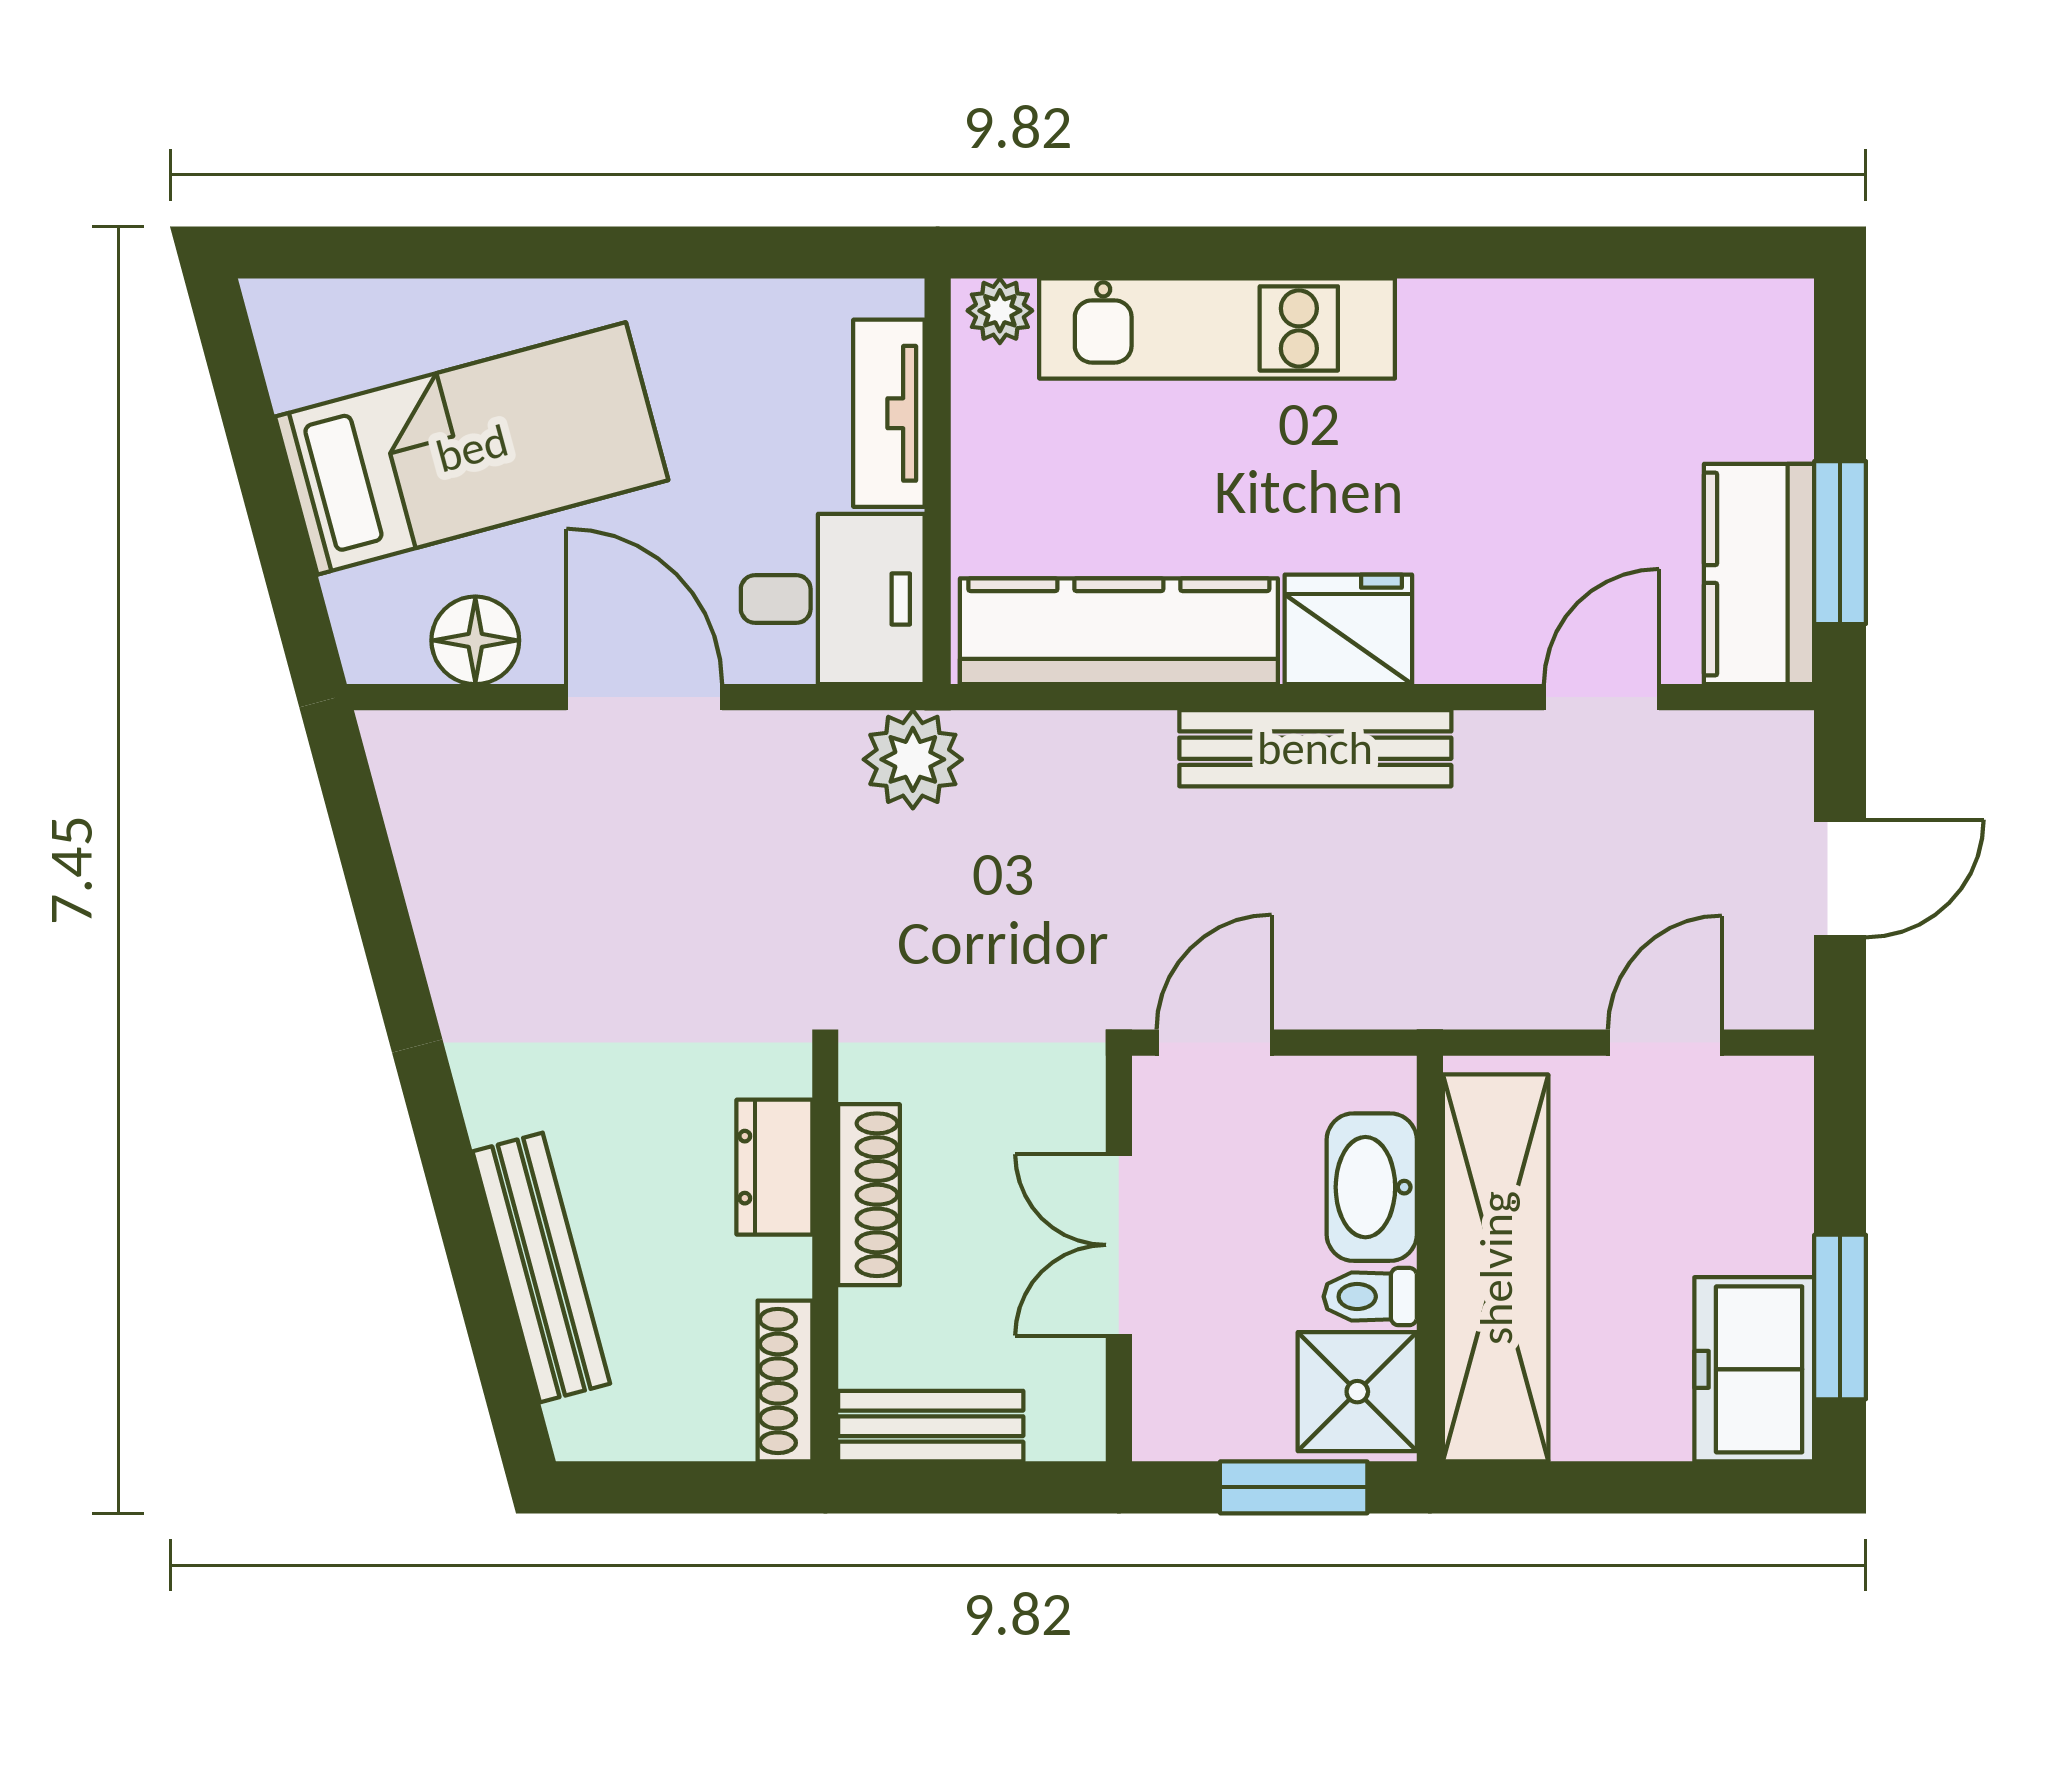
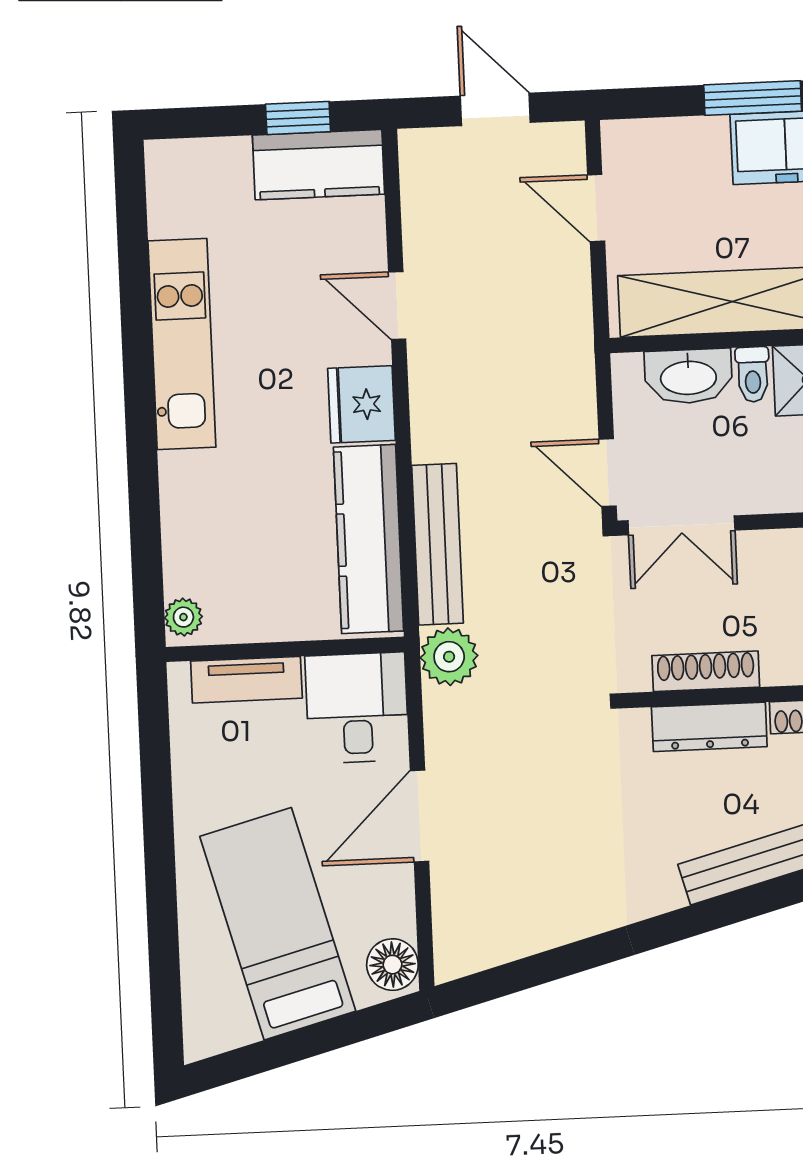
kitchen unit: (1217, 328) -> (182, 344), moved
window: (1840, 543) -> (298, 118), width x0.67
floor lamp: (475, 640) -> (392, 965), moved
door: (1602, 697) -> (397, 305), moved
bench: (1315, 748) -> (438, 544), moved
dresser: (774, 1167) -> (709, 727), width x1.44
double door: (1119, 1245) -> (681, 525), moved

